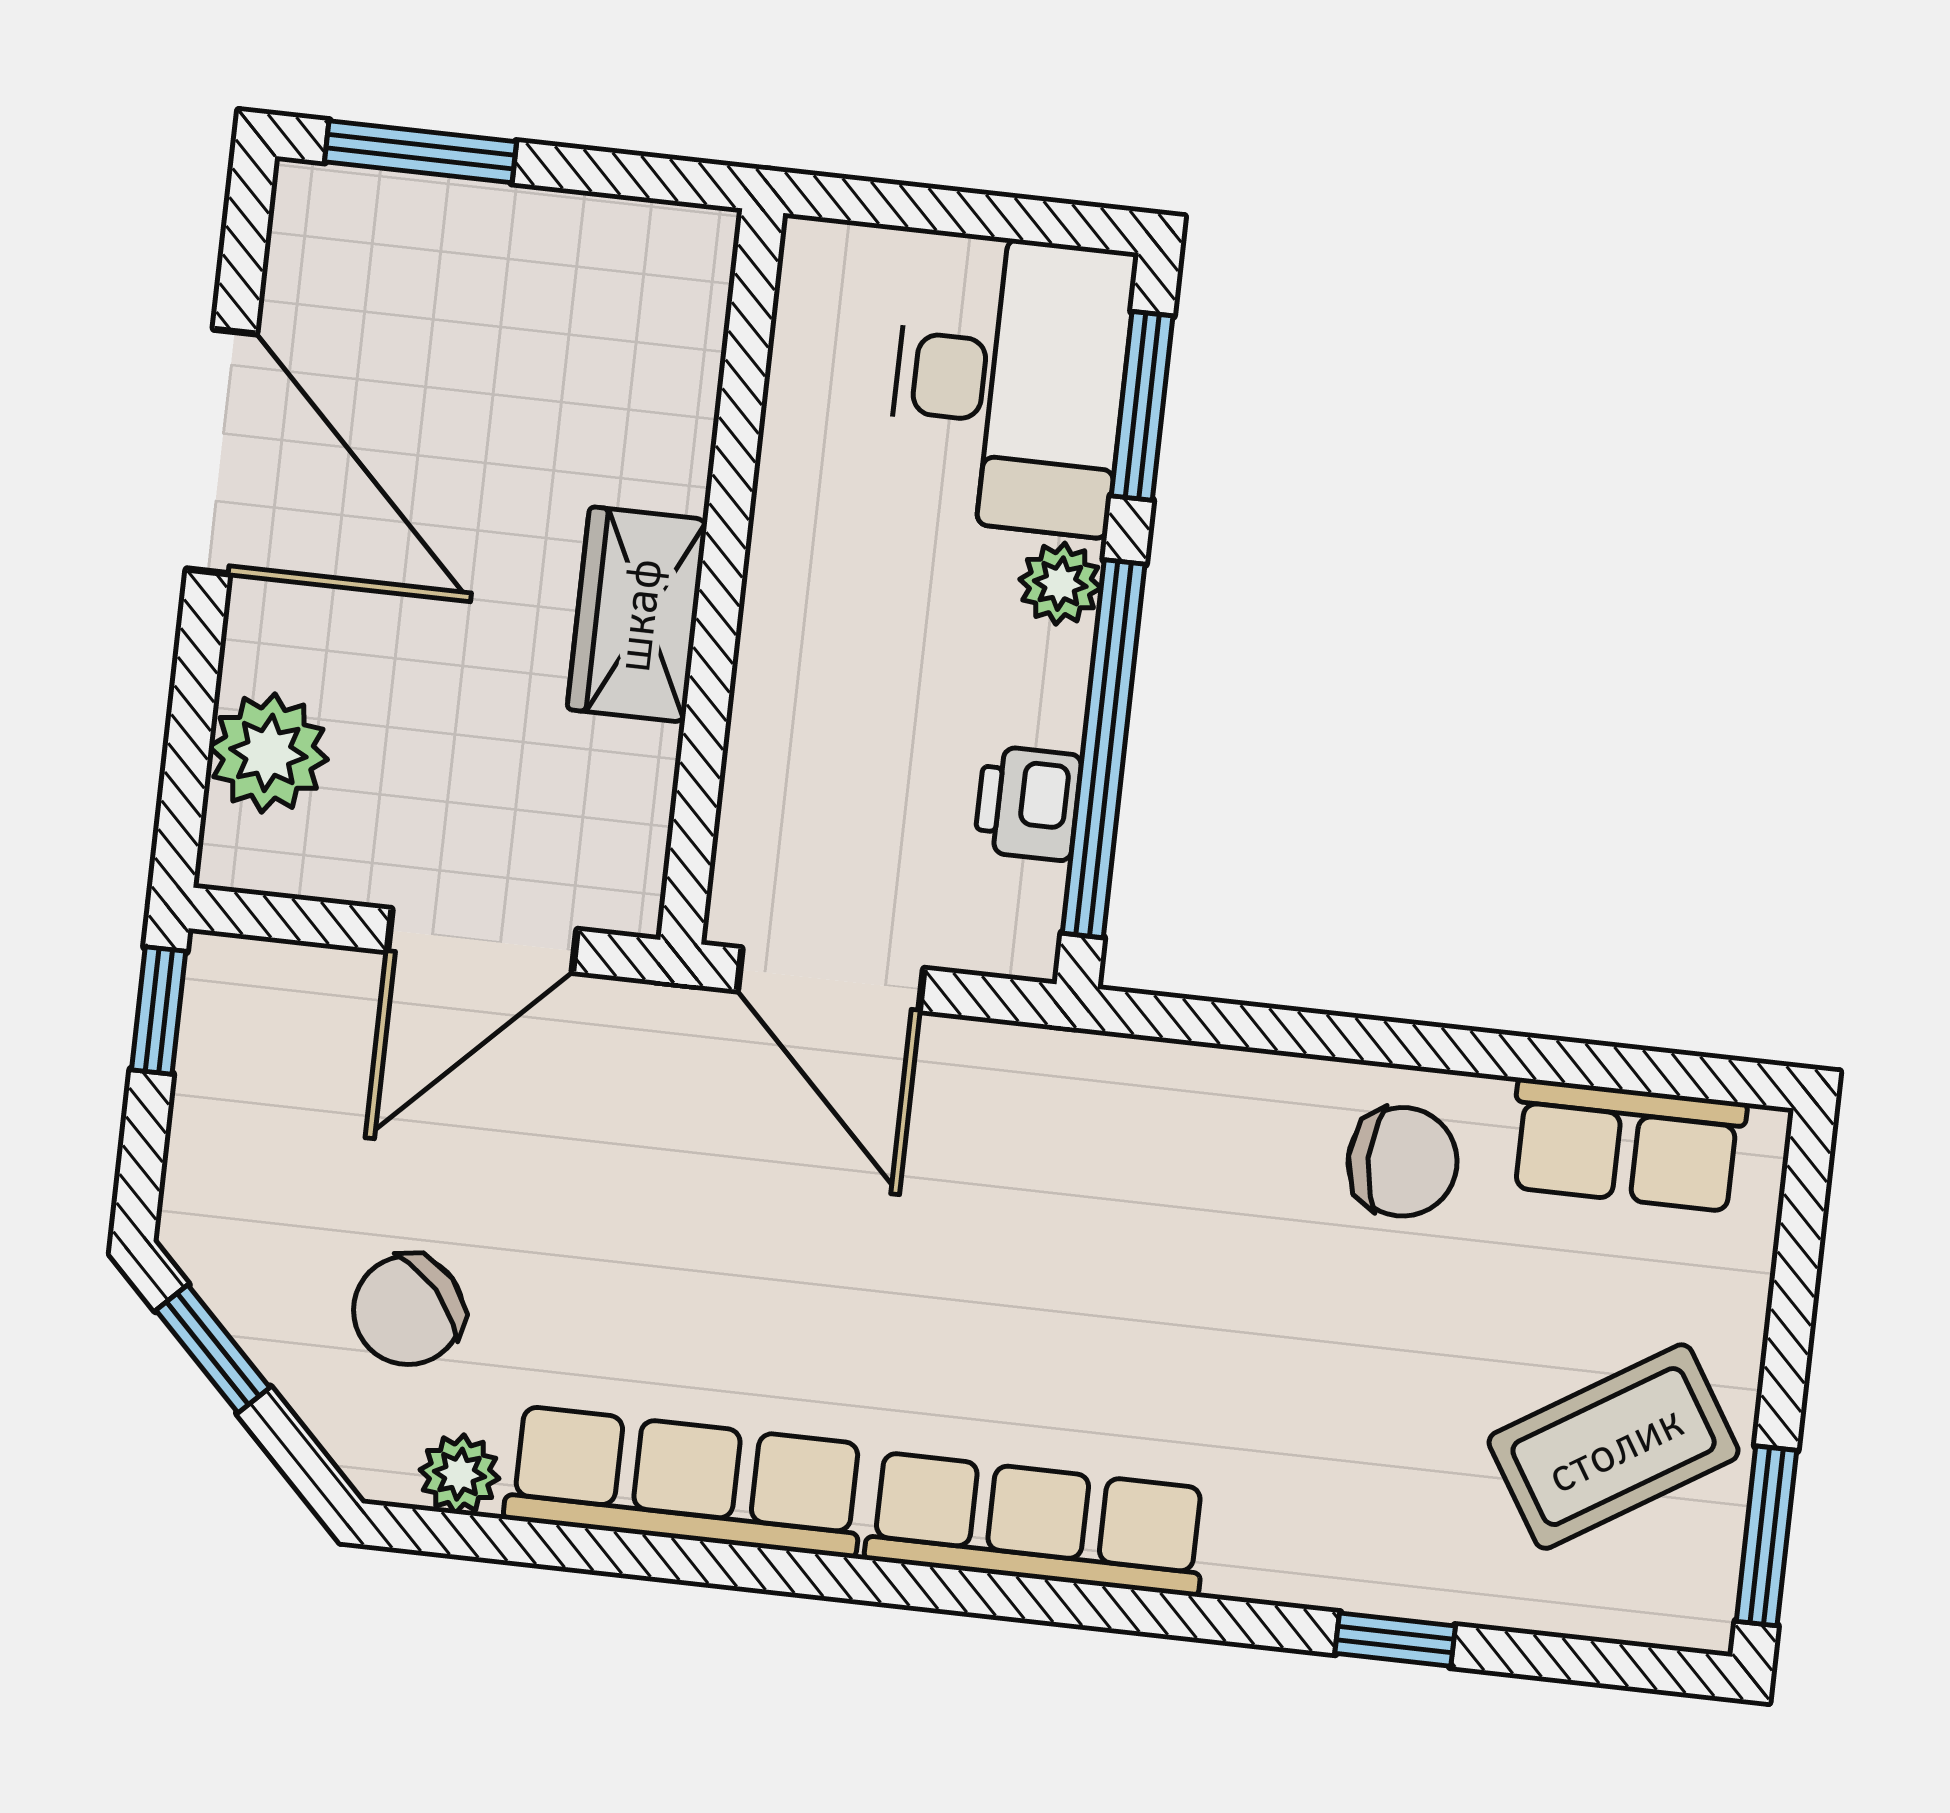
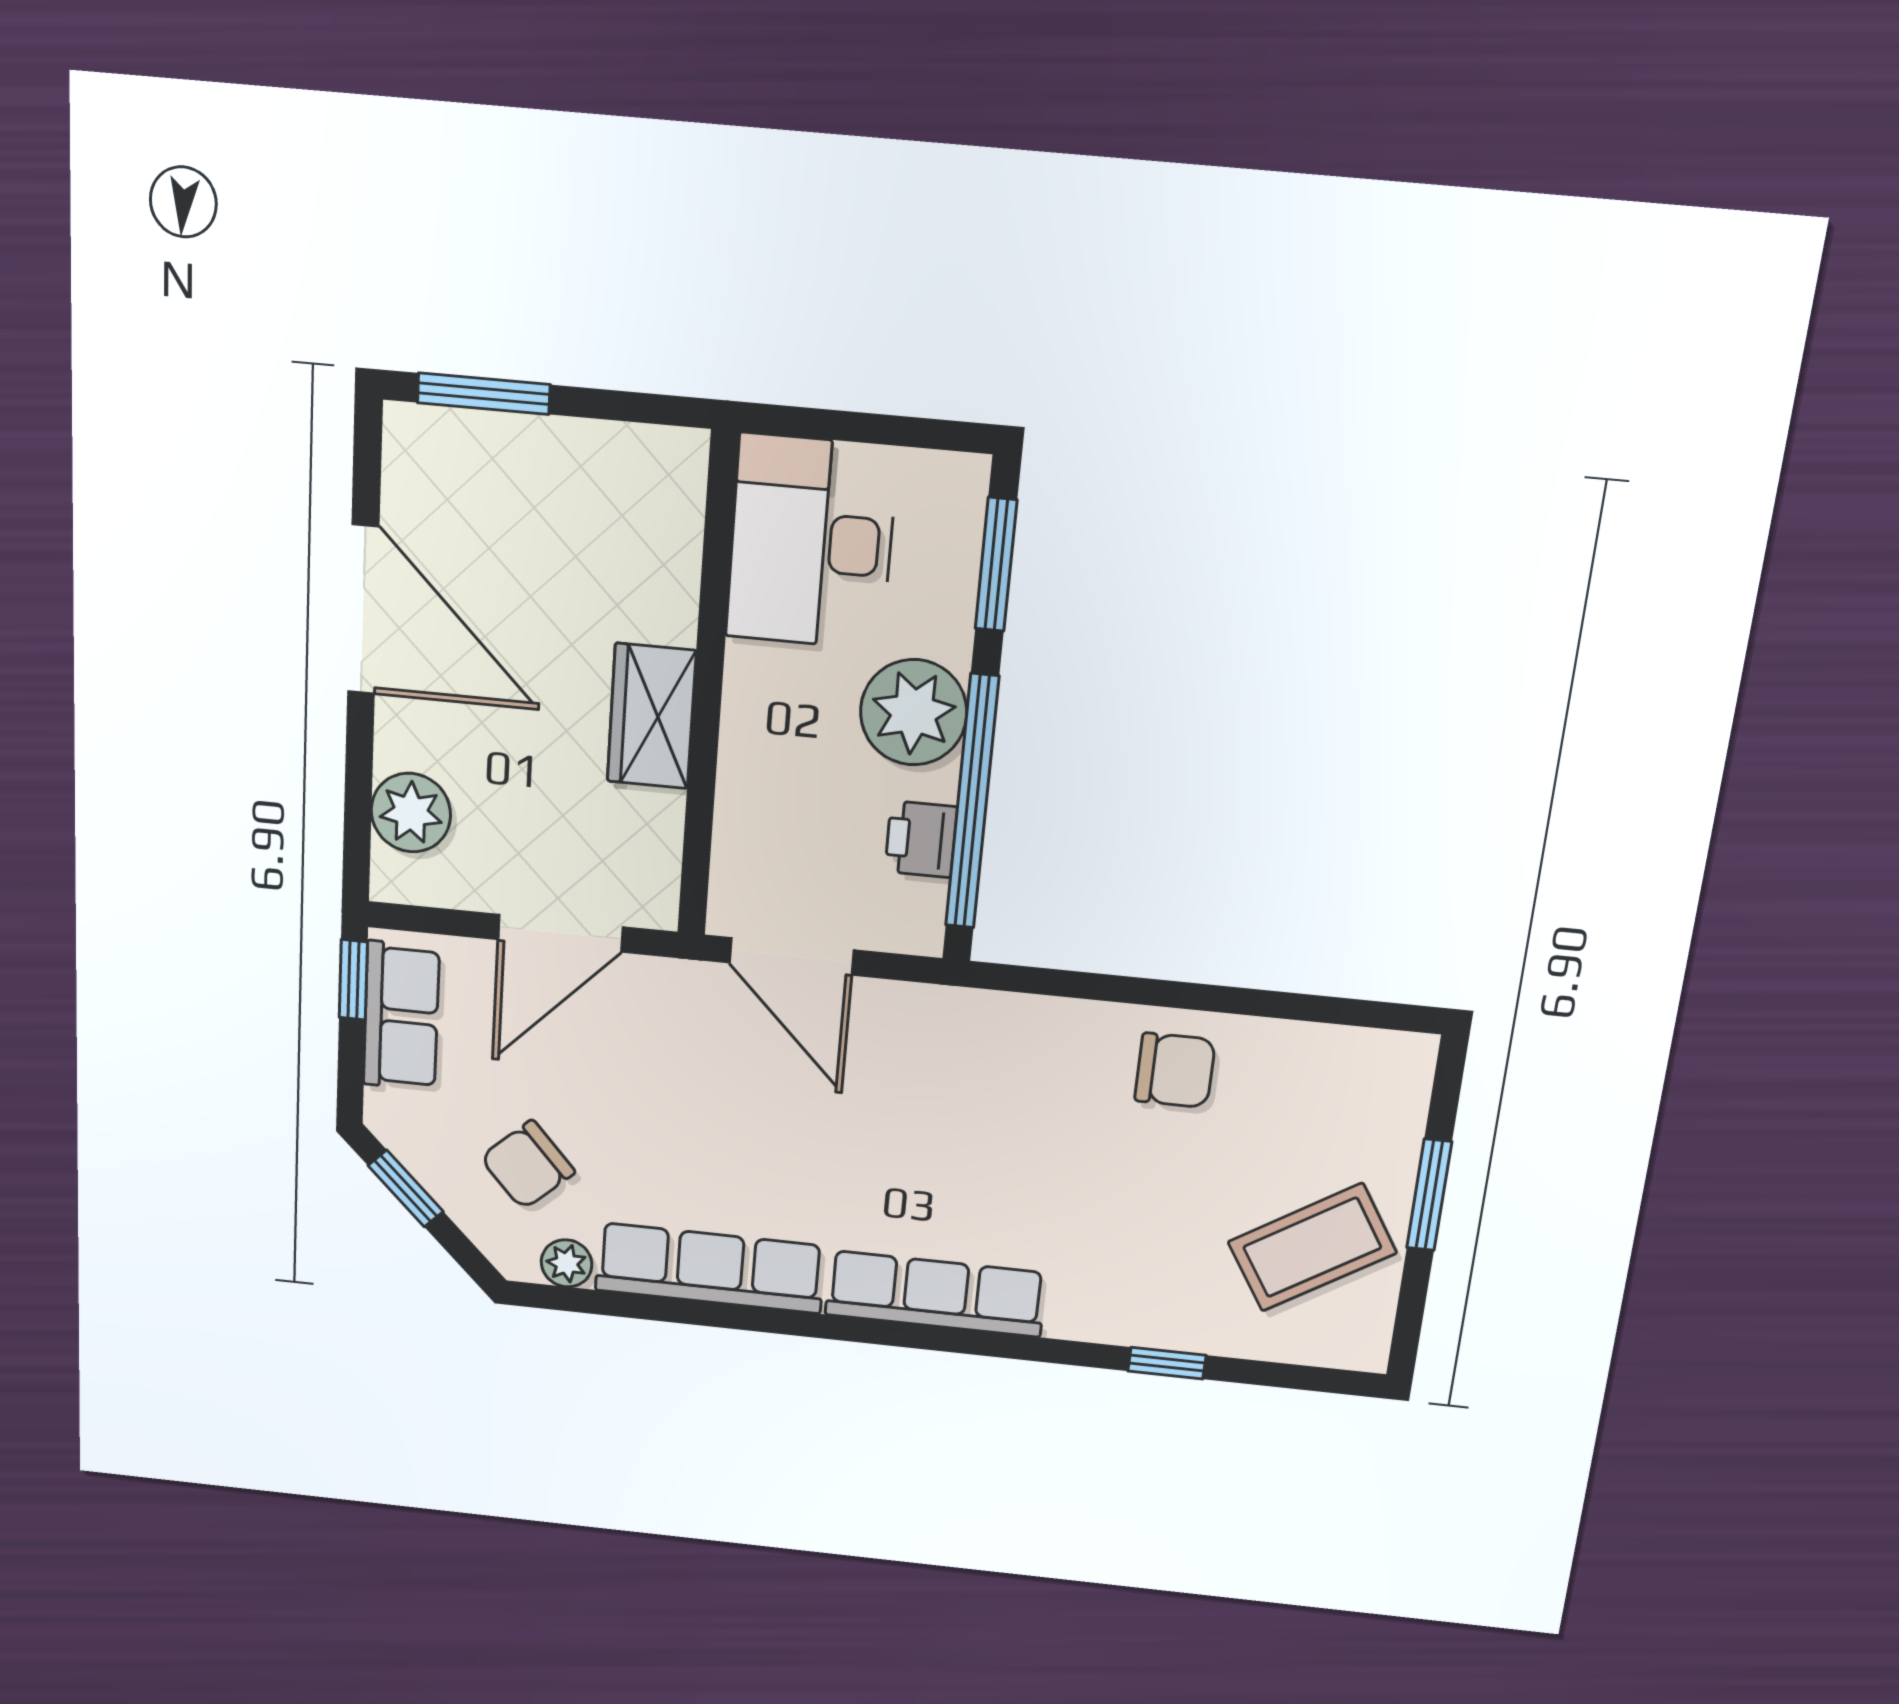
desk: (1010, 383) -> (811, 542), moved, turned 180
plant: (1060, 584) -> (914, 712), width x1.88, depth x1.88
row of seats: (1627, 1145) -> (401, 1016), moved, turned -90
window: (1766, 1536) -> (1429, 1195), moved

